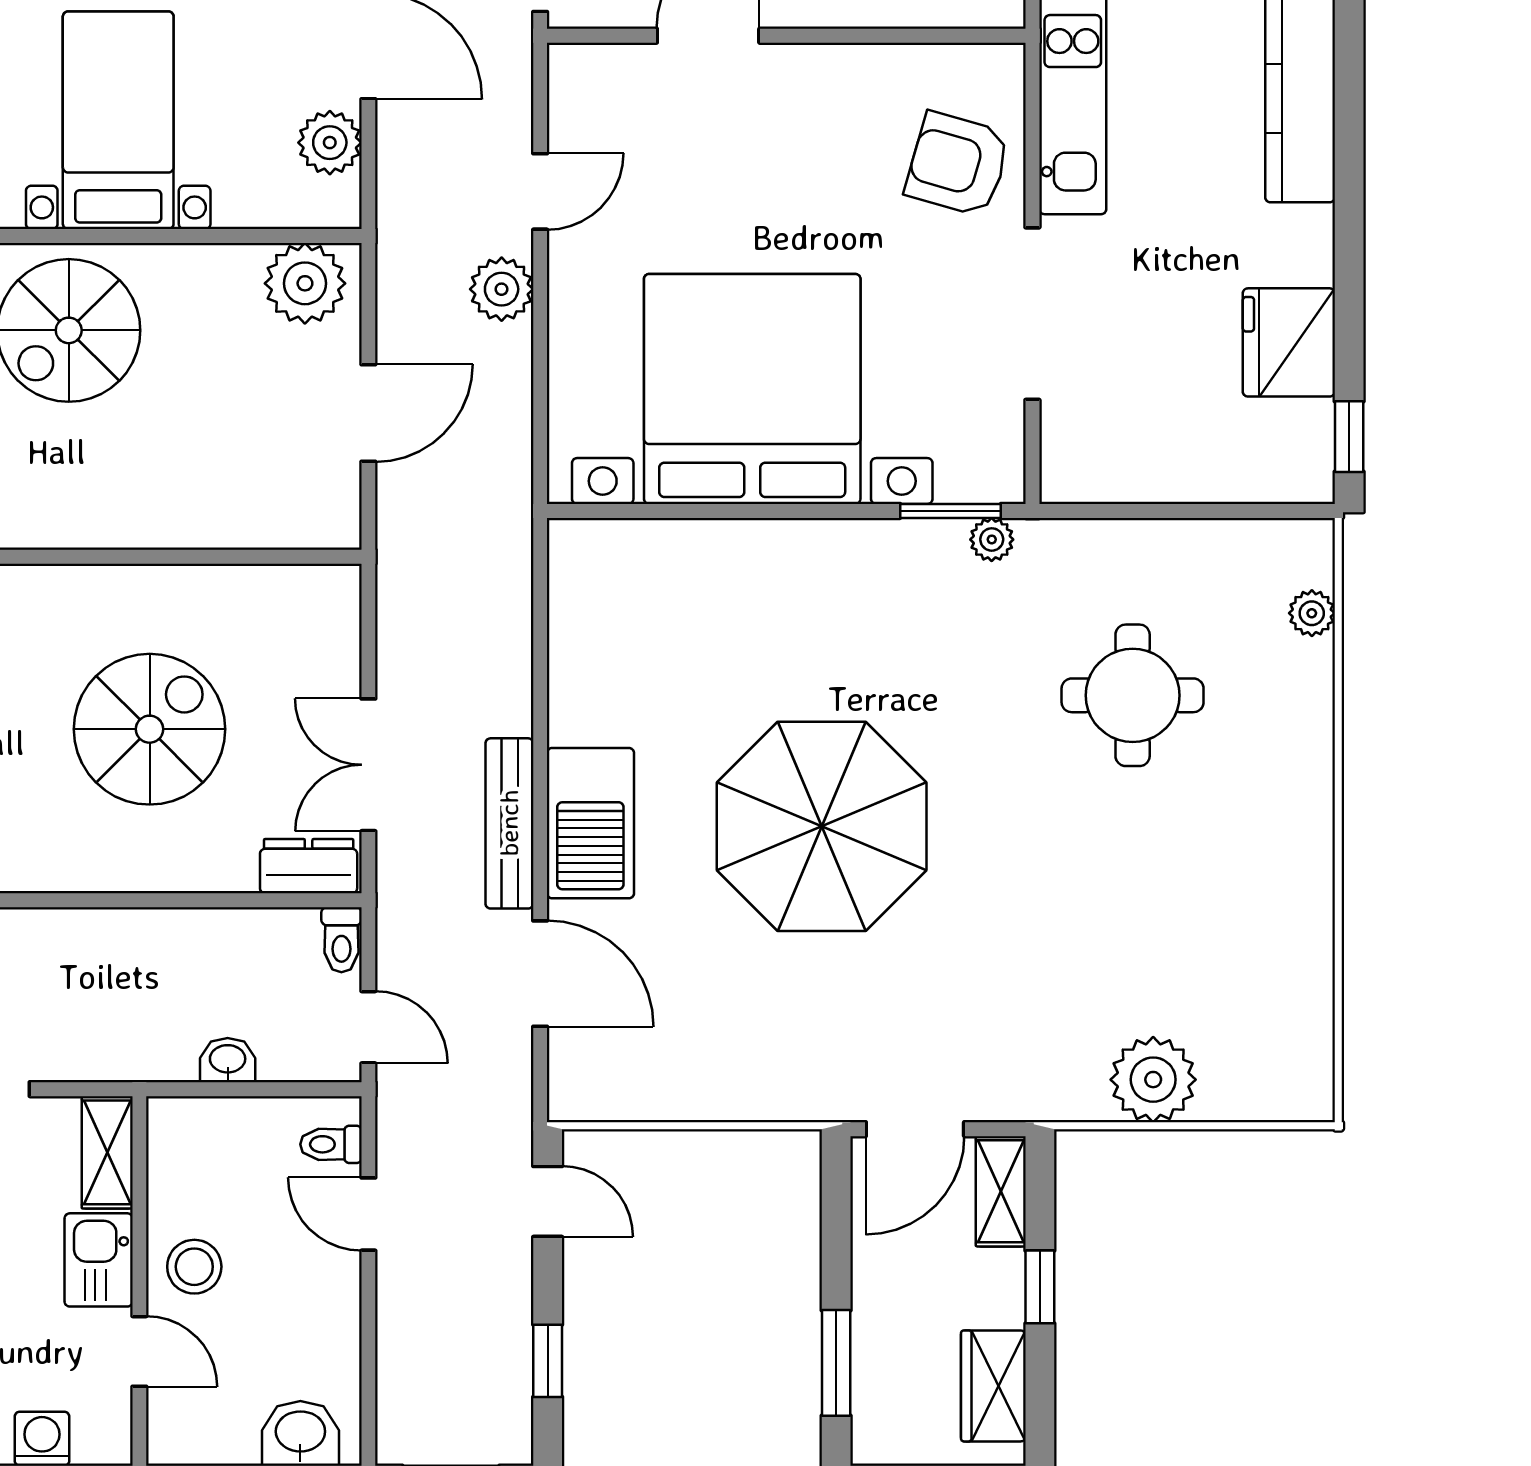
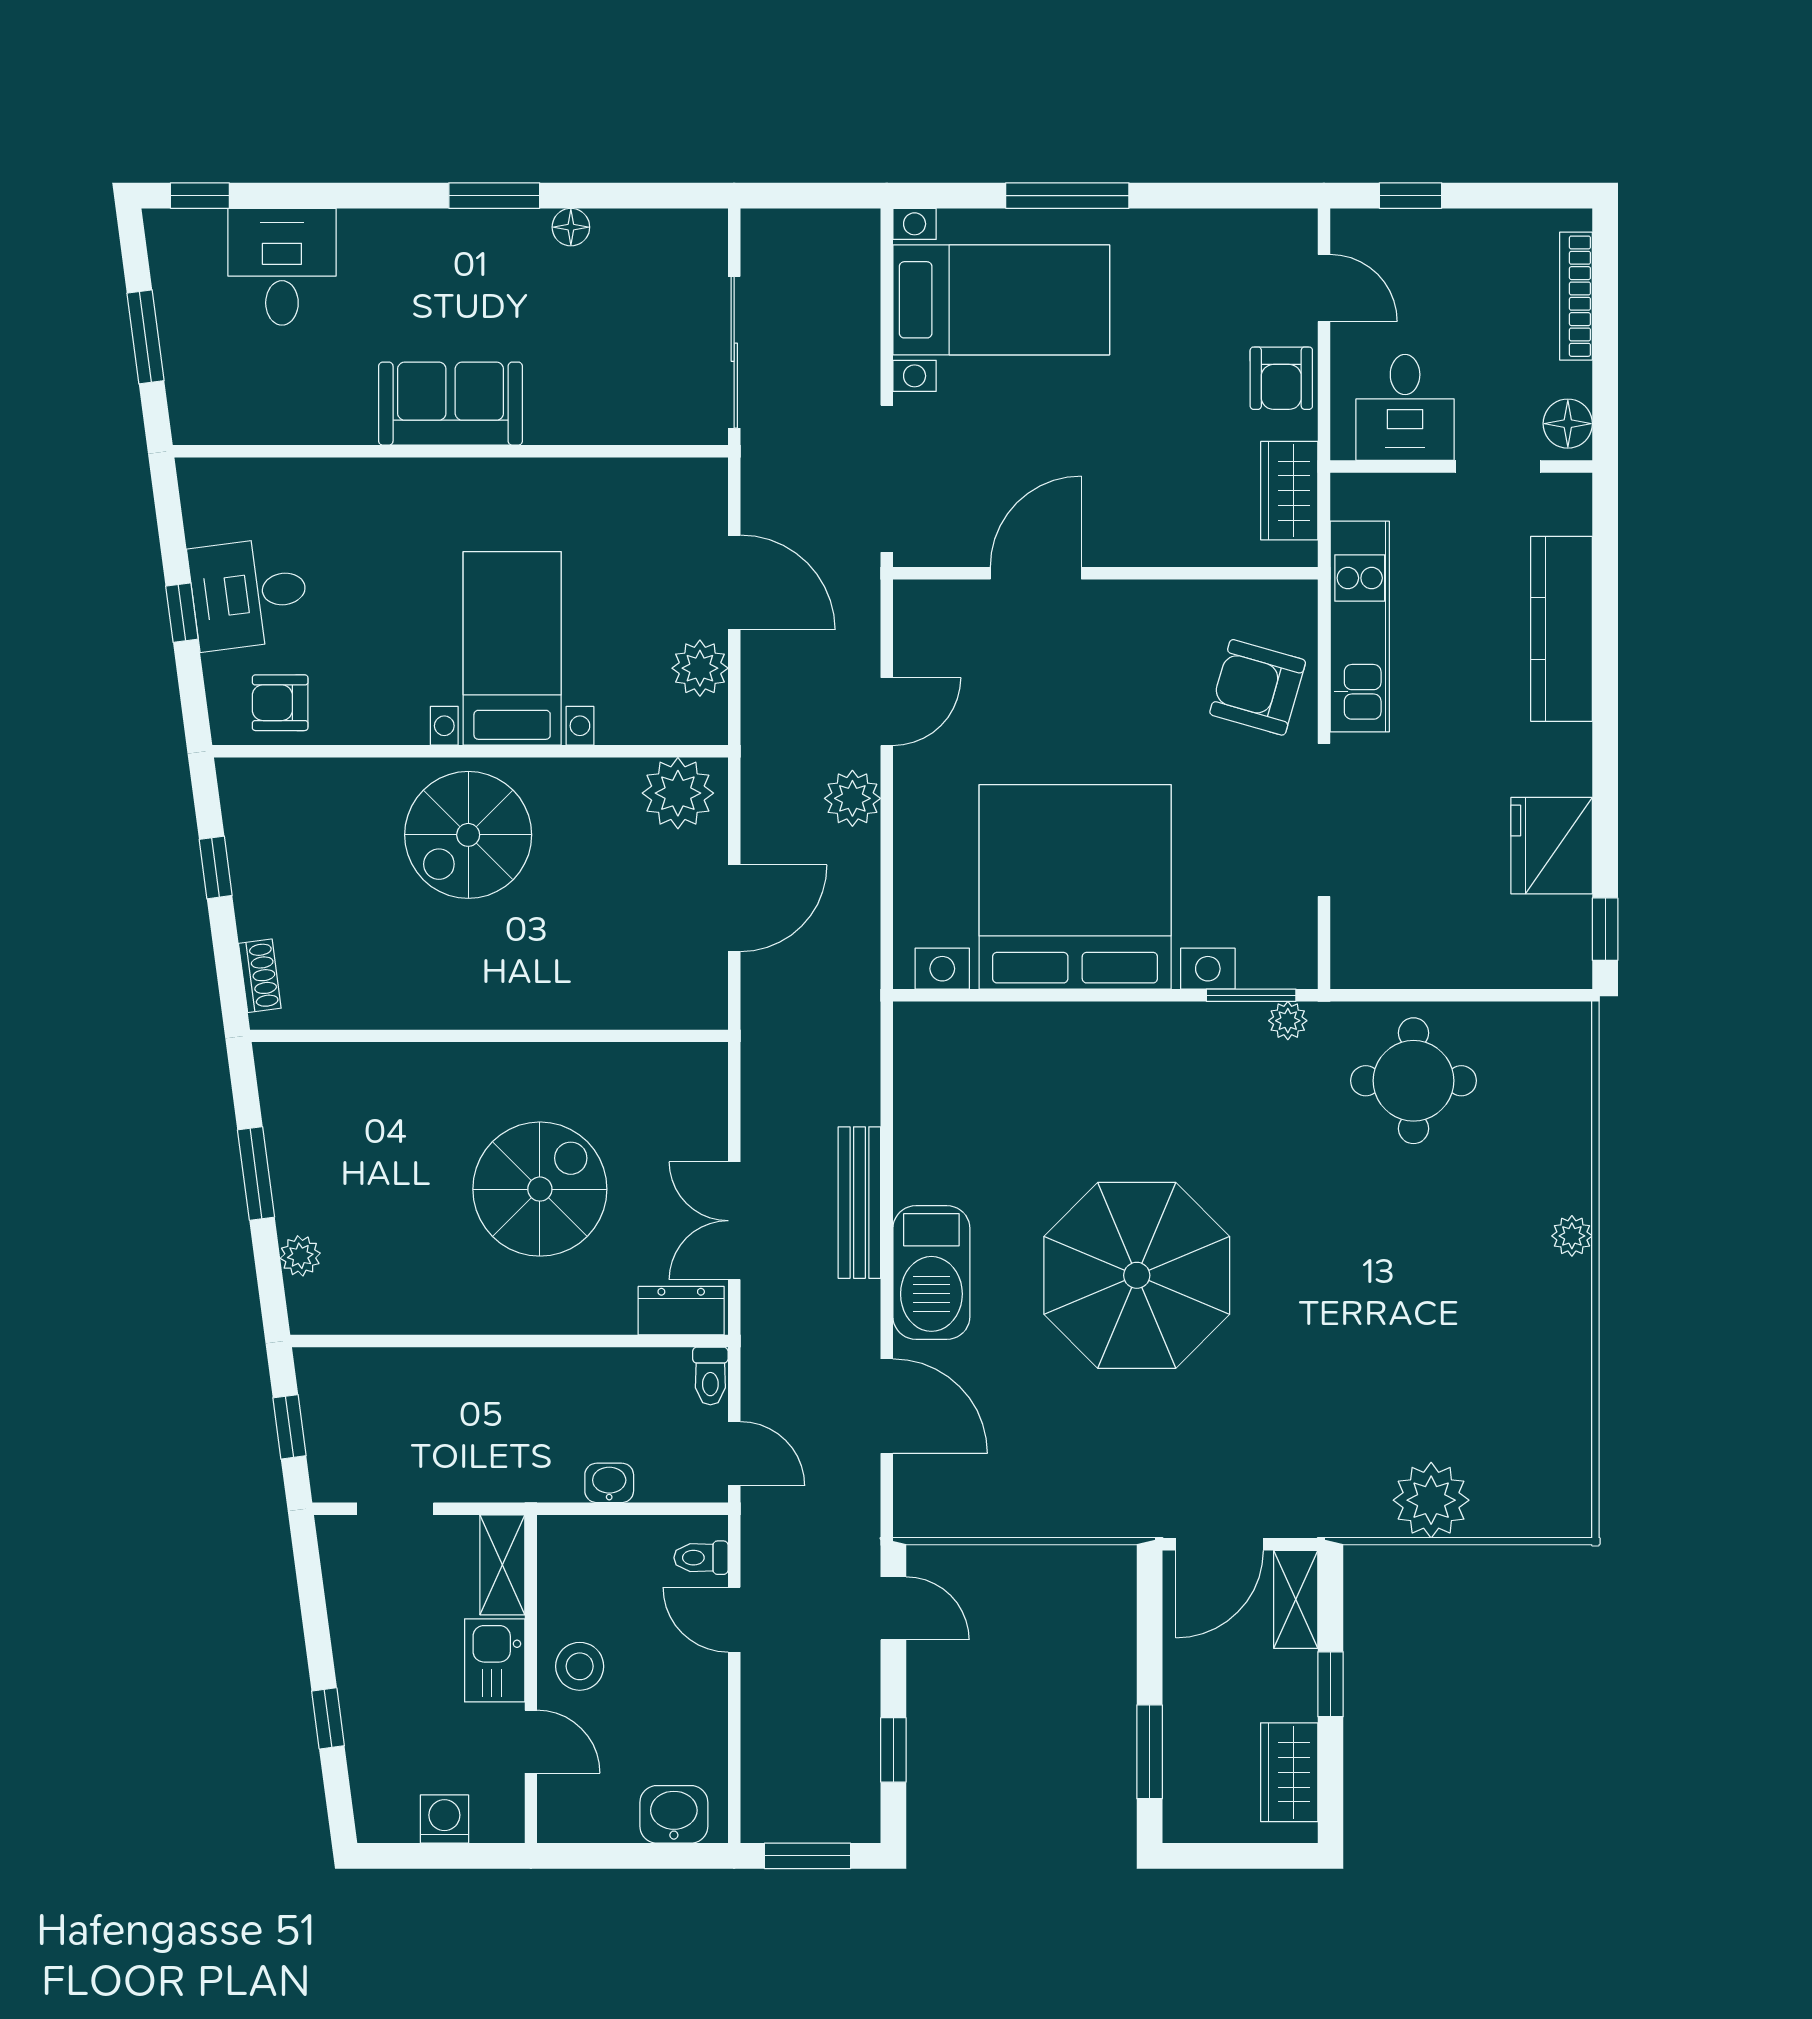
plant: (1312, 613) -> (1572, 1236), moved
round table: (1133, 695) -> (1413, 1081), moved
bench: (509, 823) -> (859, 1203), moved

